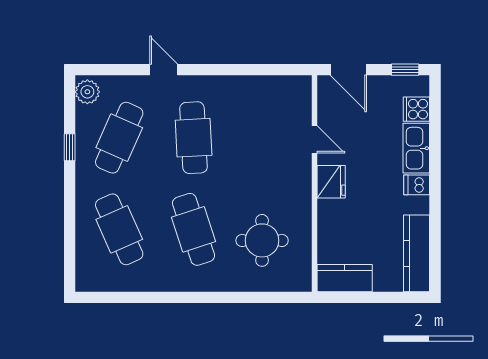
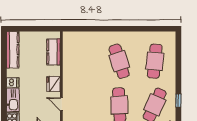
cafe table: (119, 229) -> (155, 61), turned 30
round table: (262, 240) -> (86, 56), removed
kitchen counter: (345, 278) -> (54, 52), moved, turned 90

